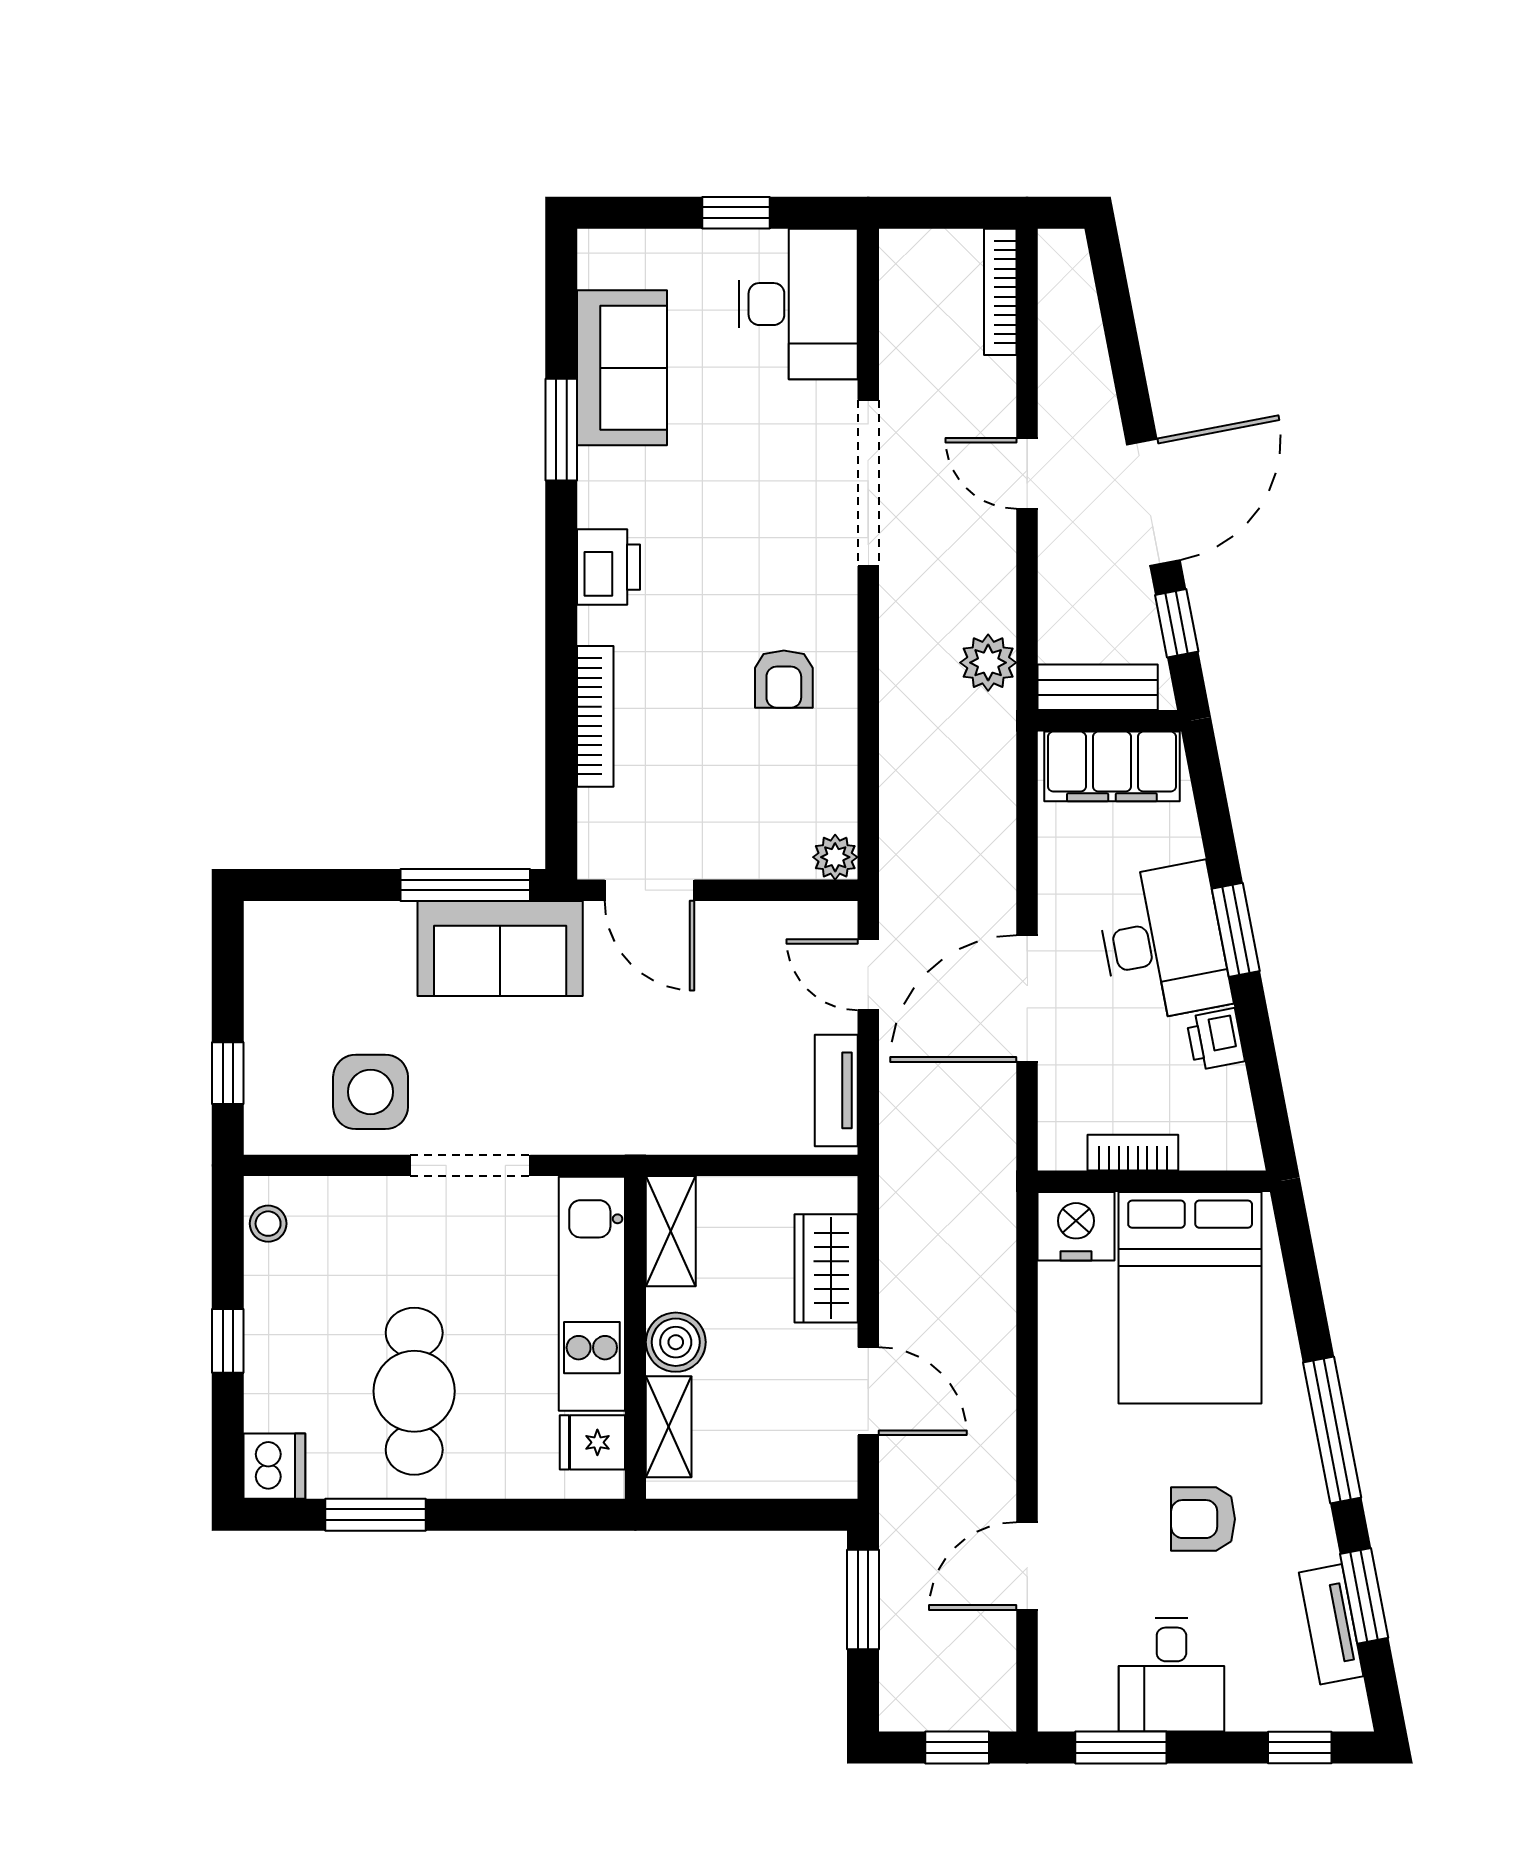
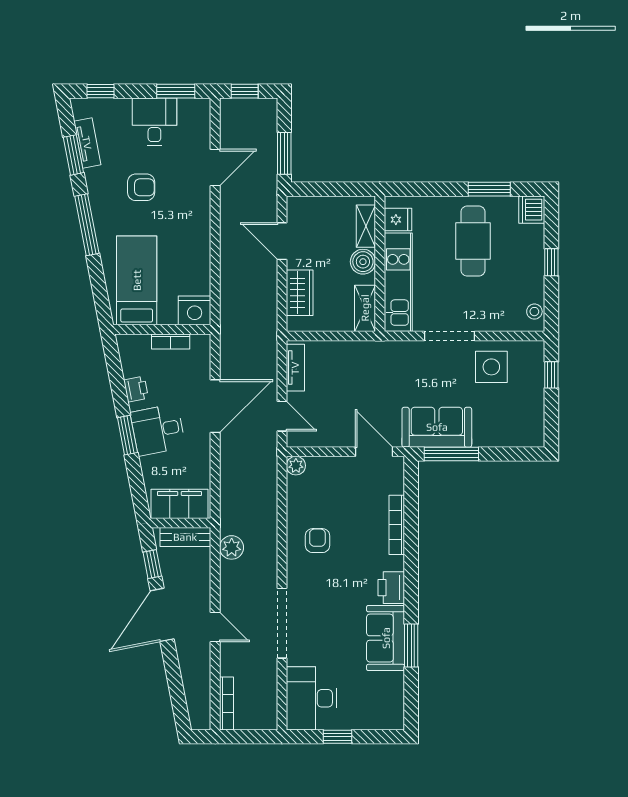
sofa: (622, 368) -> (386, 638), moved
desk: (1163, 942) -> (158, 430), width x0.73
bed: (1190, 1298) -> (137, 280), width x0.67

